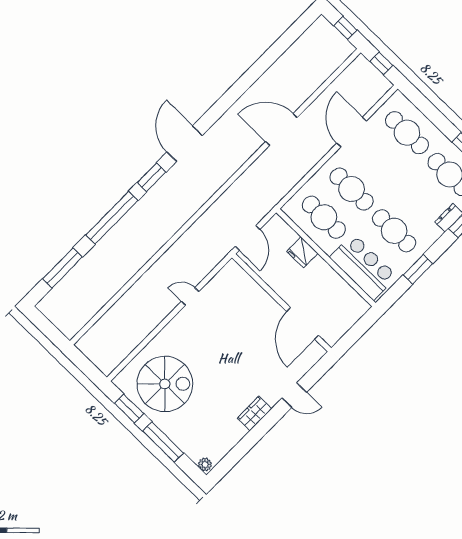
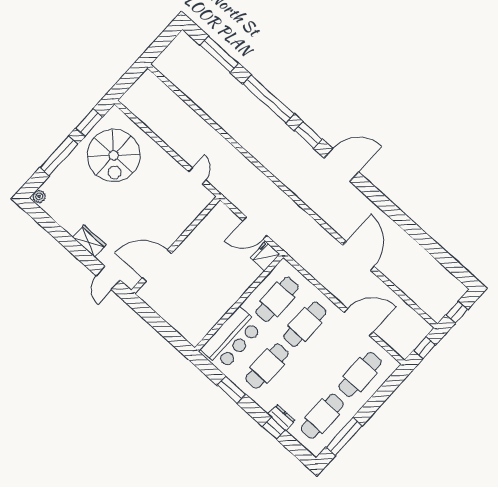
fridge: (302, 252) -> (265, 256), moved
wall: (282, 303) -> (175, 245), moved
door: (303, 323) -> (157, 266), moved

